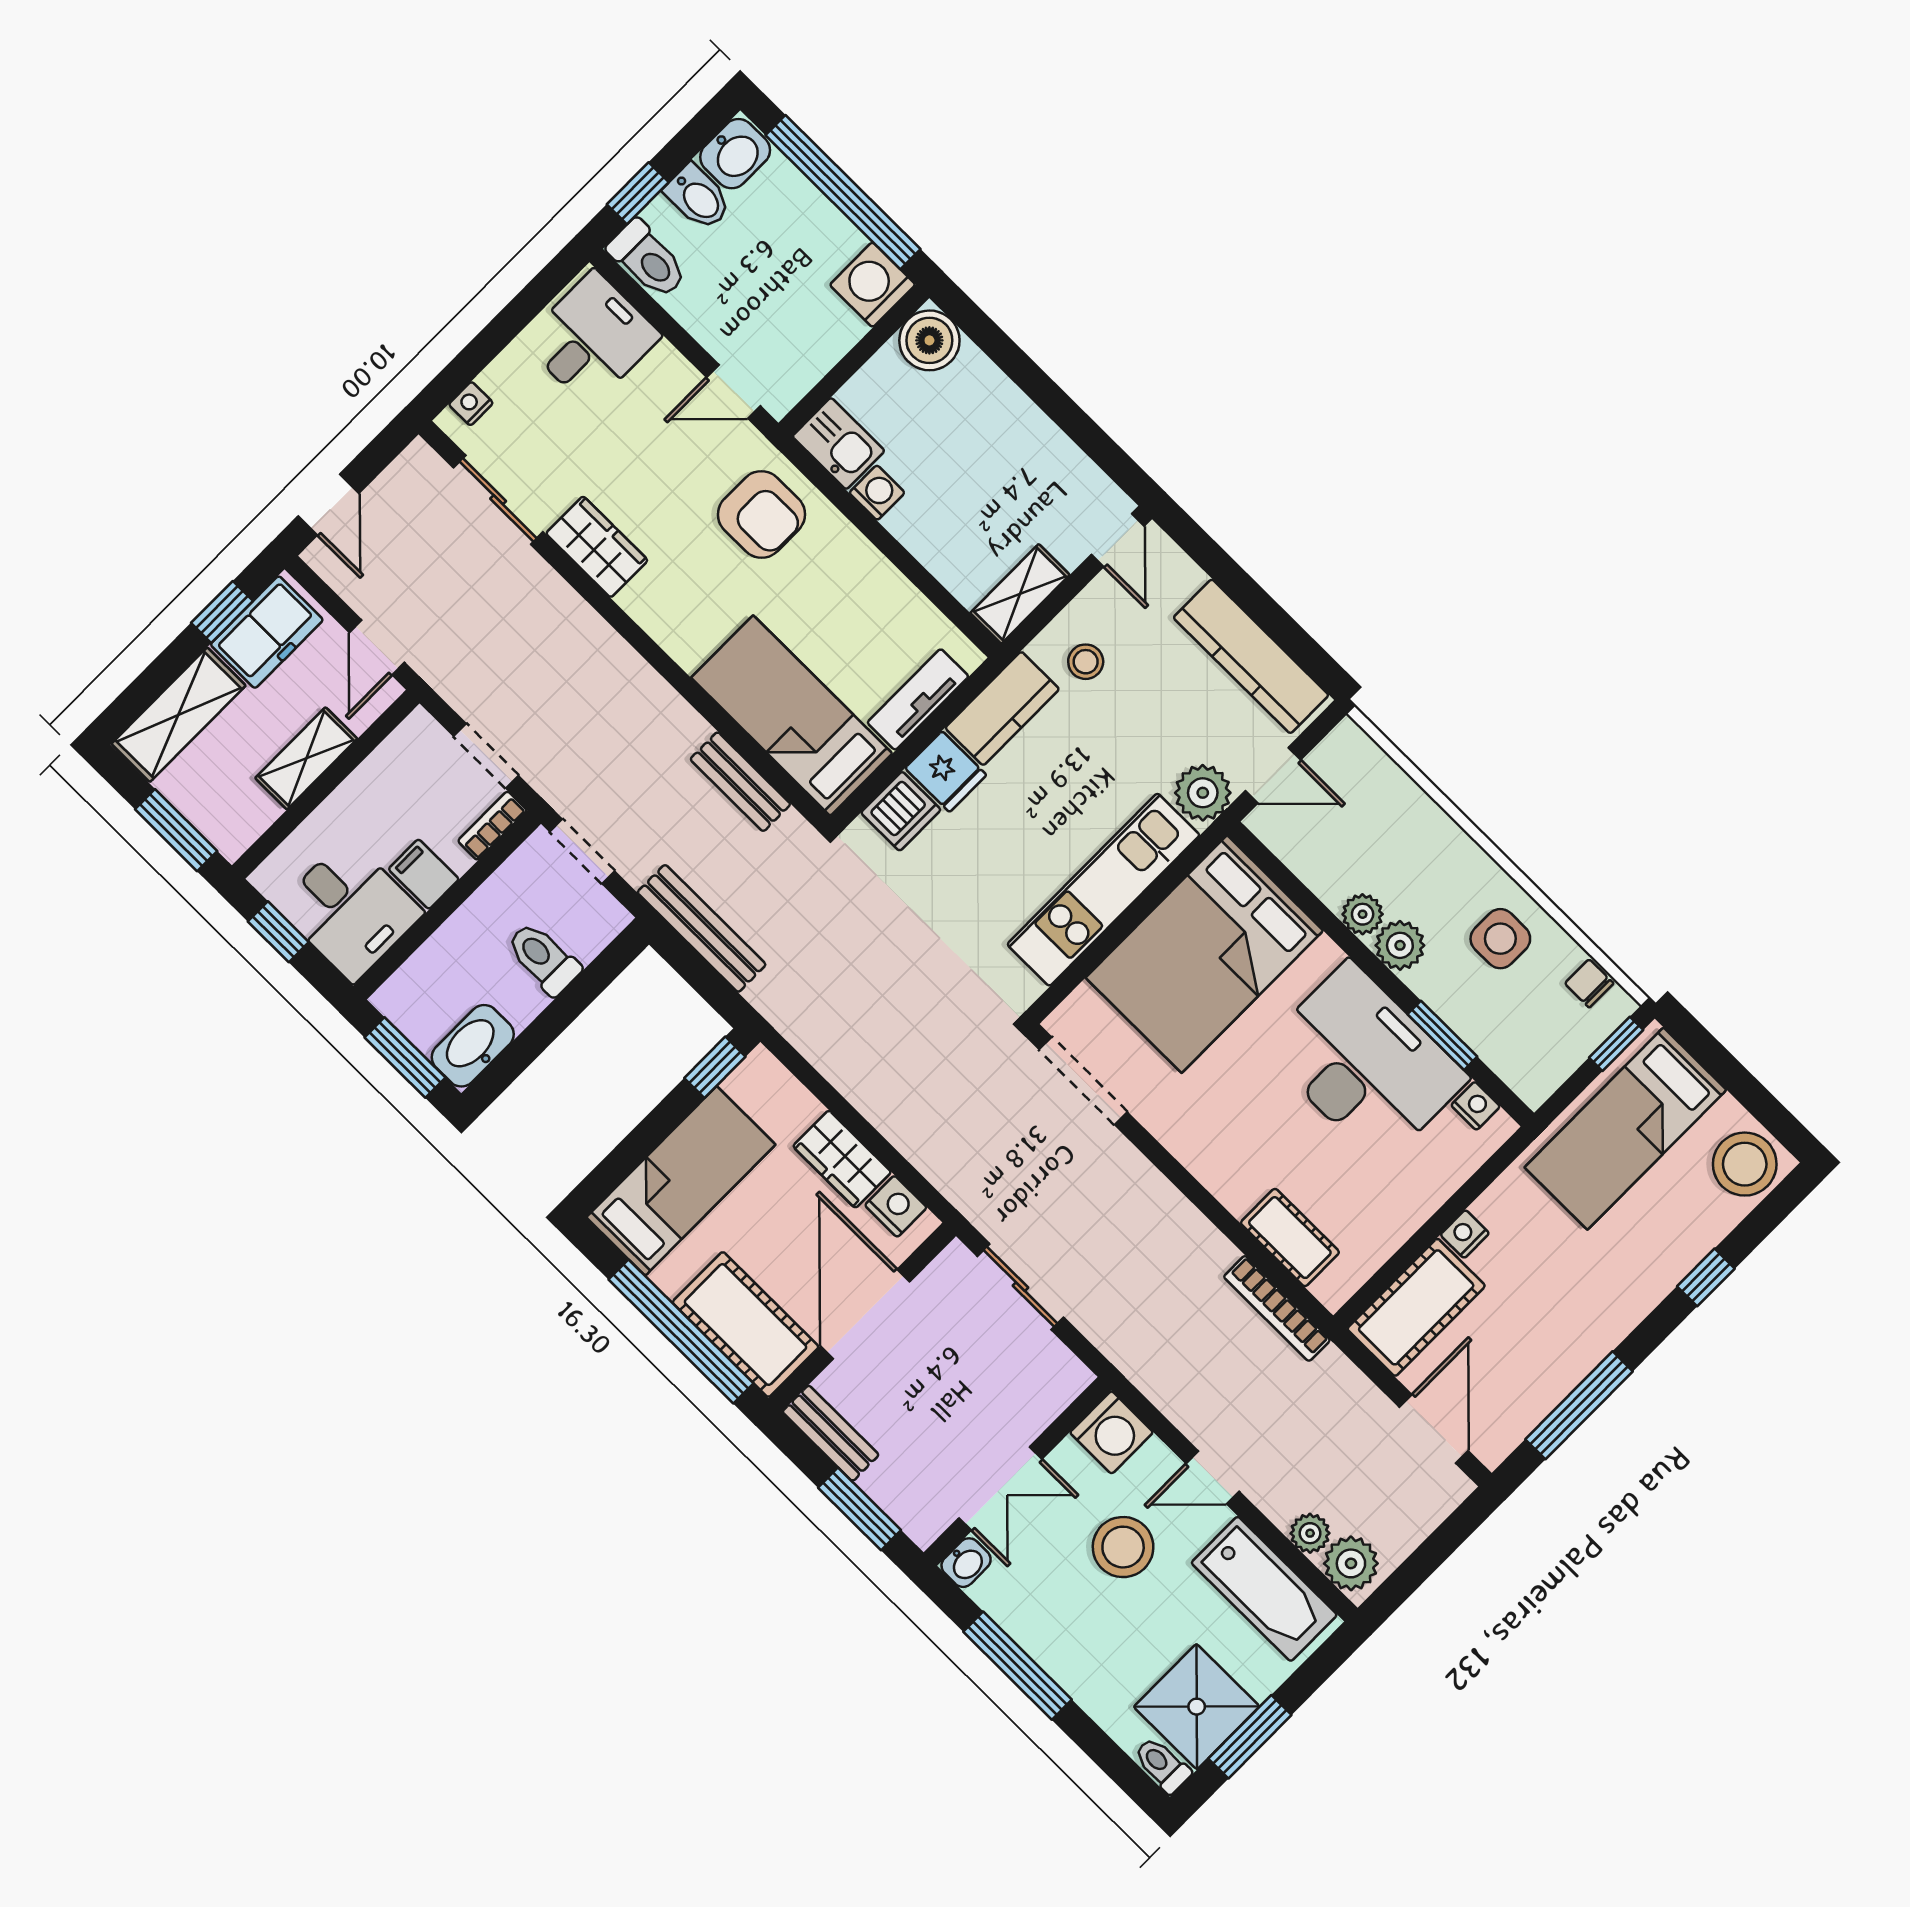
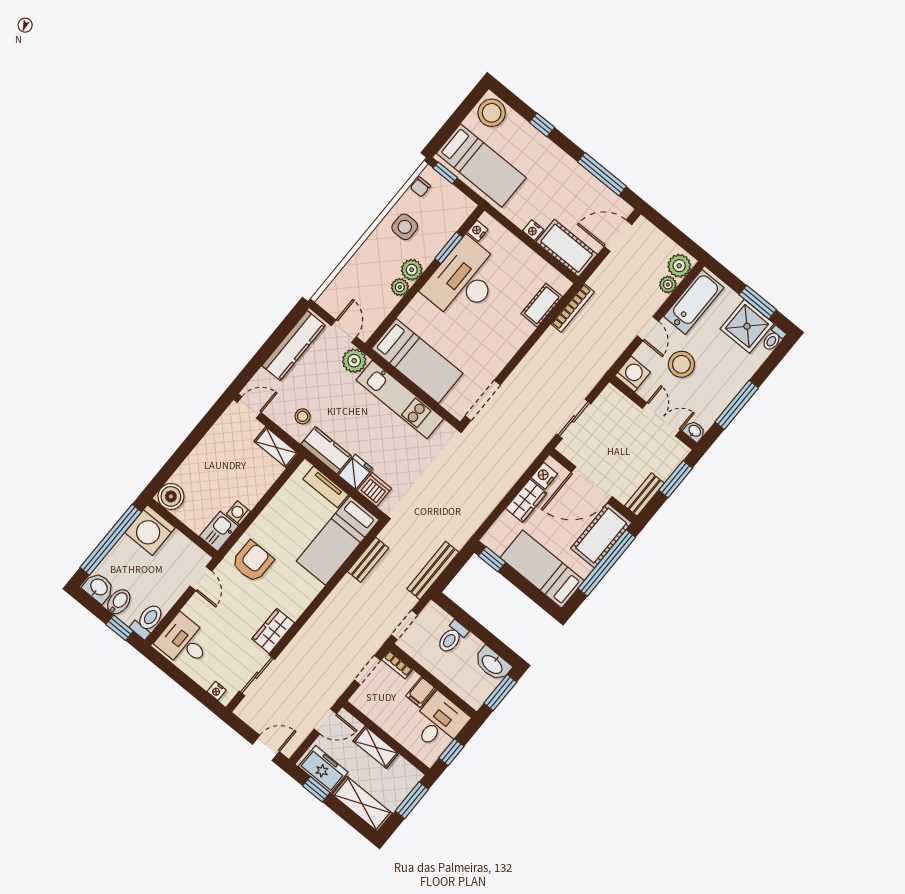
washing machine: (873, 285) -> (150, 530), width x1.37, depth x1.37
bed: (1204, 954) -> (417, 361), width x0.67

